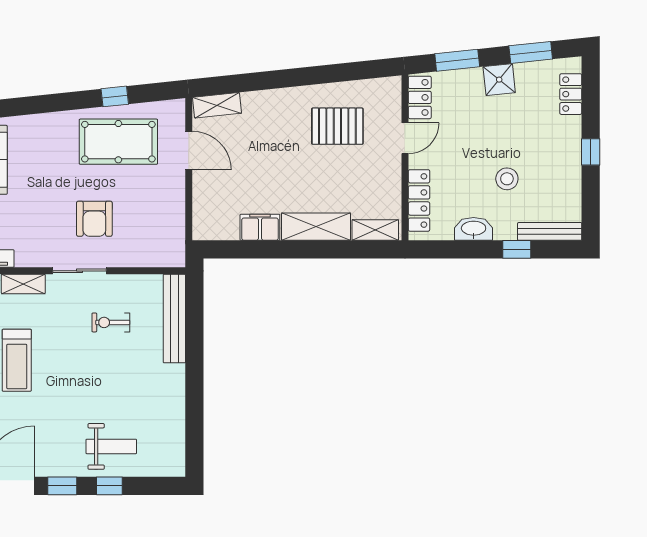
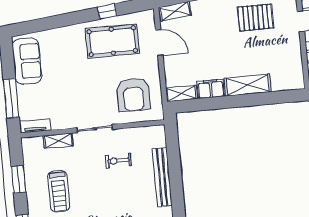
armchair: (94, 219) -> (133, 95), moved, width x1.36, depth x1.36
shelving: (375, 230) -> (182, 93), moved
bench: (174, 319) -> (162, 177), moved

